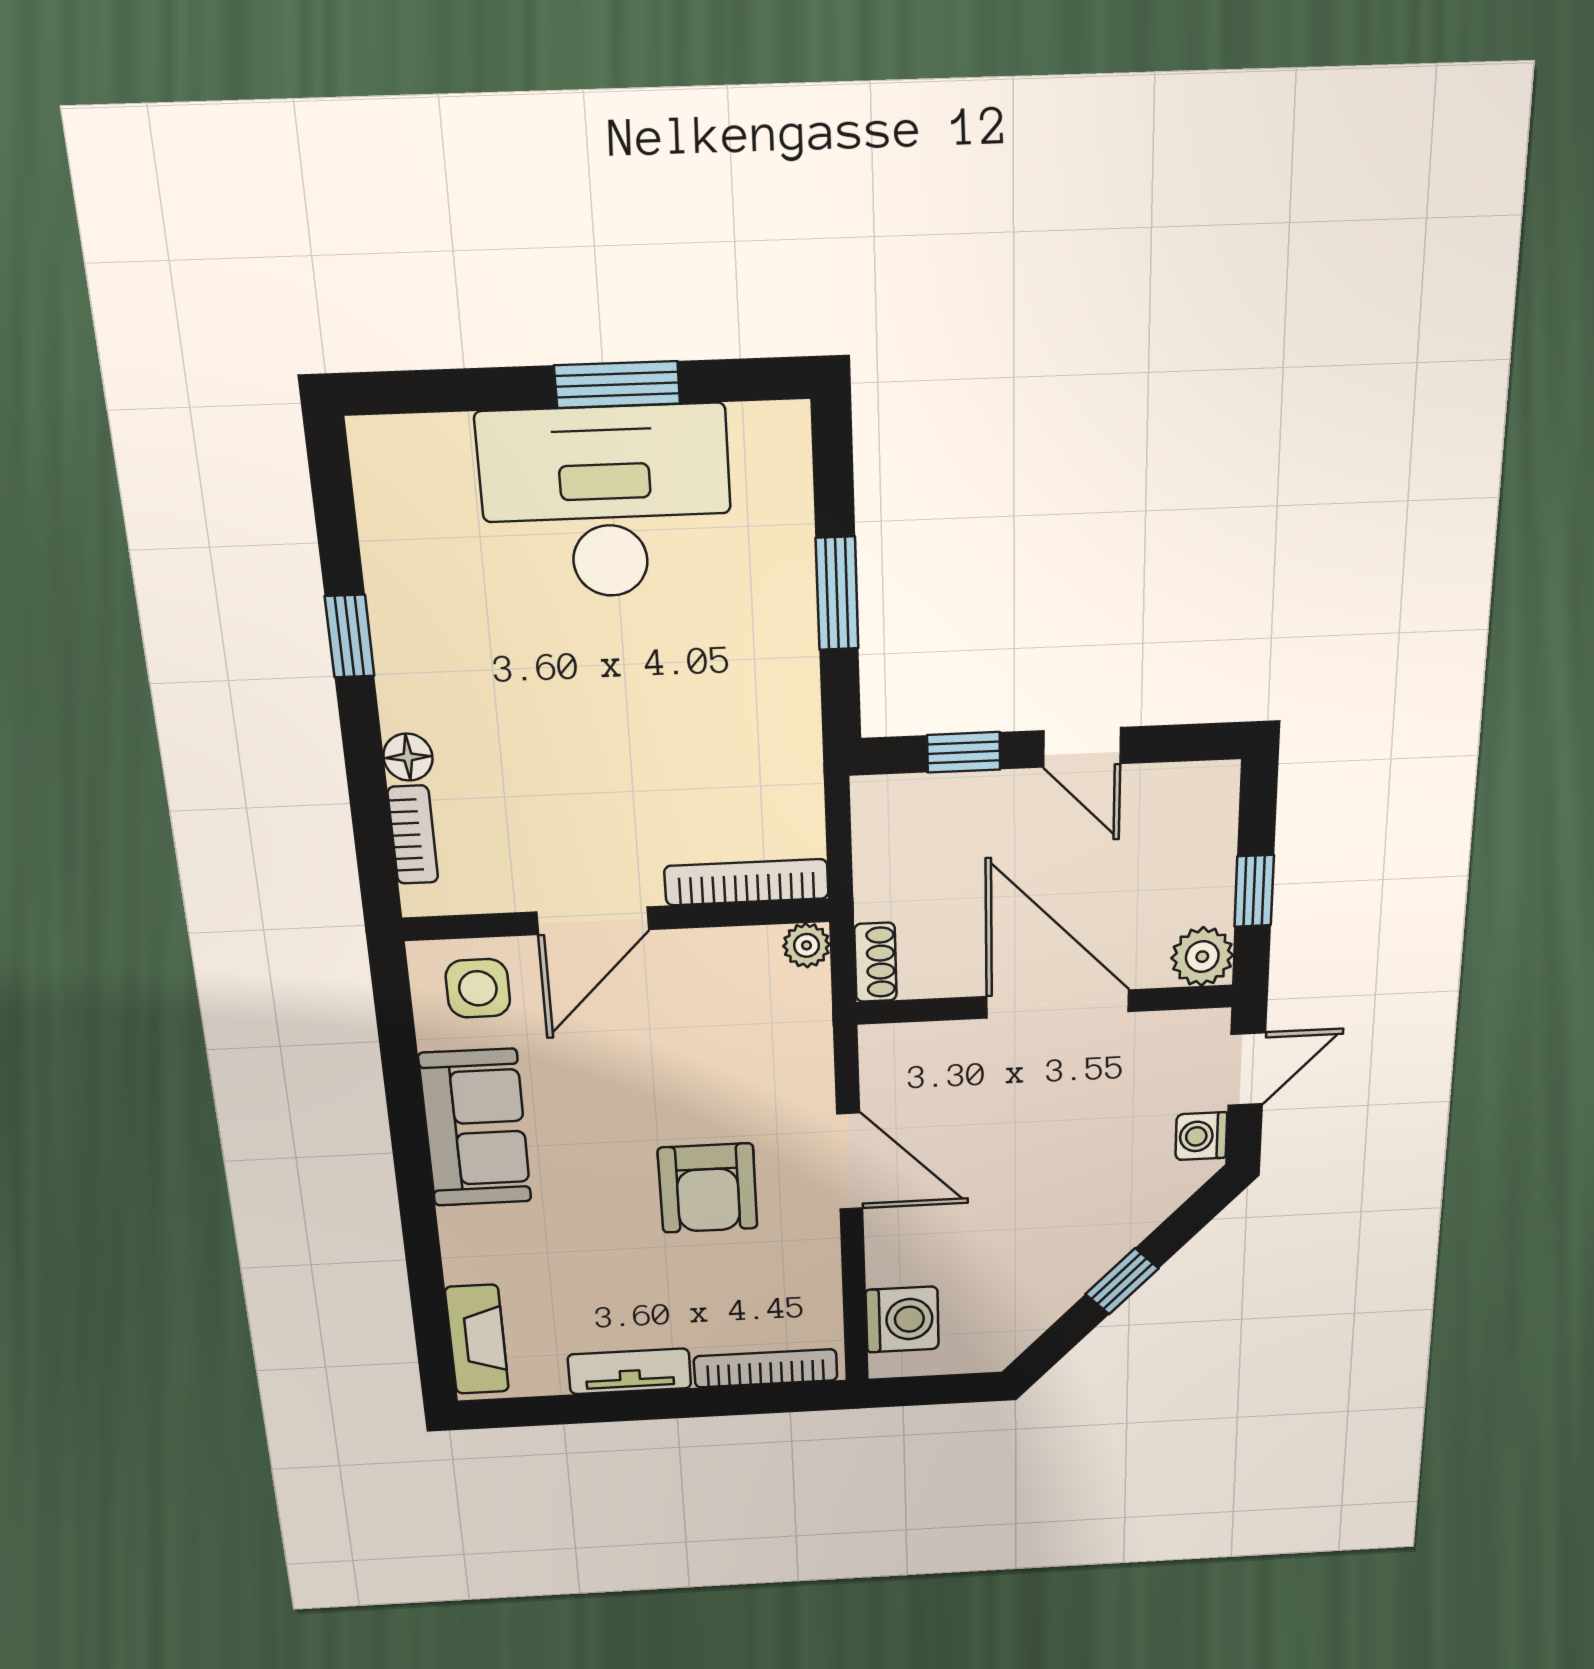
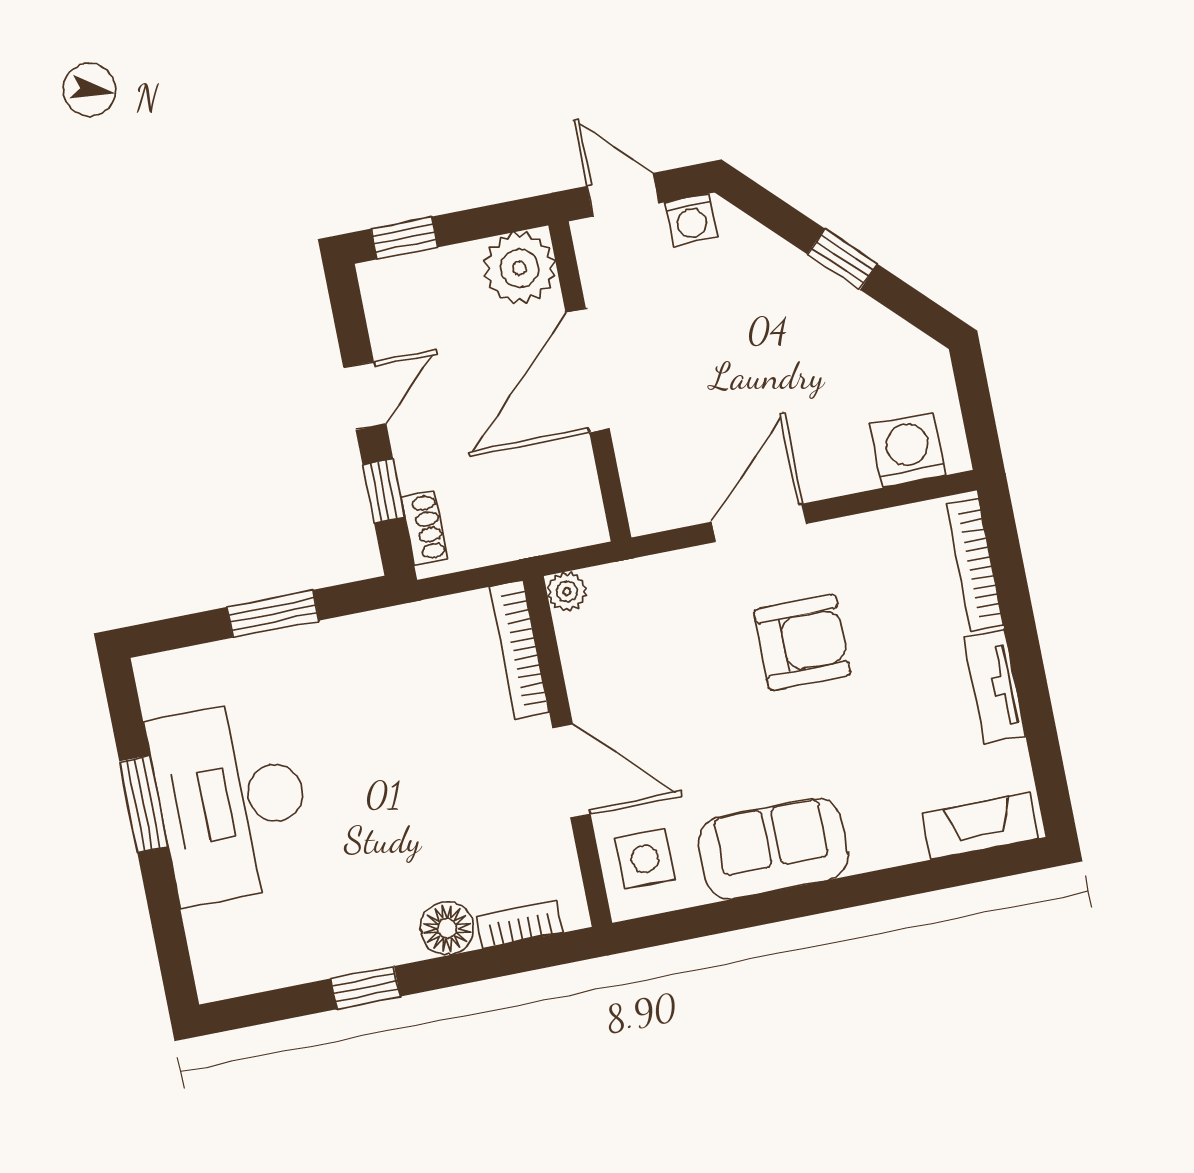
floor lamp: (408, 757) -> (447, 928), width x1.37, depth x1.37
window: (1254, 891) -> (404, 238), moved
plant: (1202, 957) -> (520, 268), width x1.36, depth x1.36
shoe rack: (875, 962) -> (424, 528), moved, turned 90

